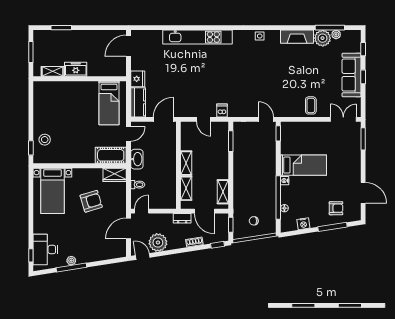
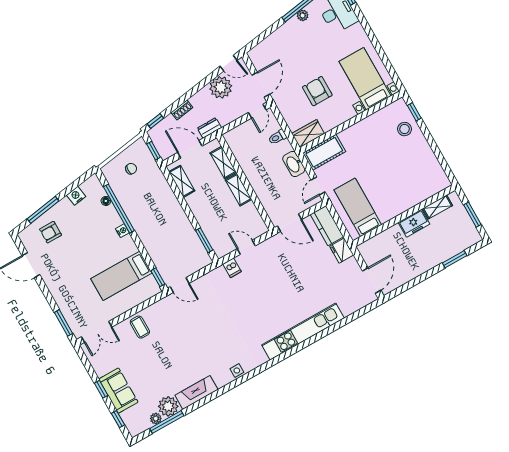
sofa: (351, 75) -> (118, 391), width x0.73
door: (163, 119) -> (290, 223), hinge flipped
bed: (303, 165) -> (121, 276), moved
armchair: (91, 201) -> (317, 91), turned 107

